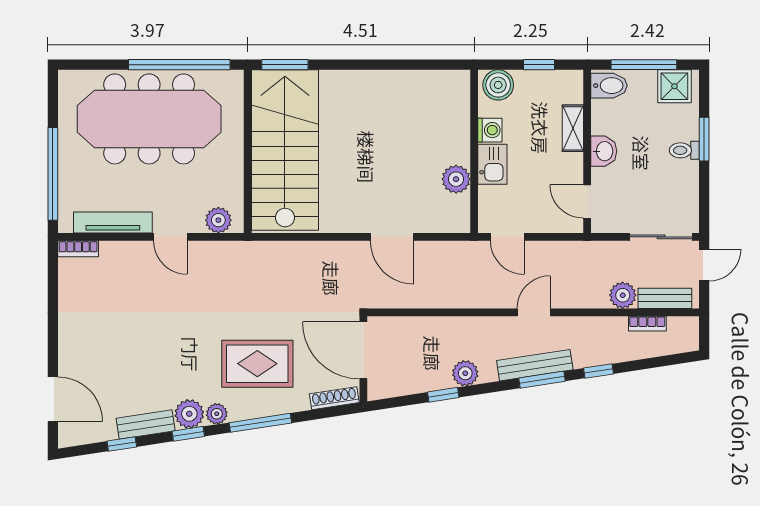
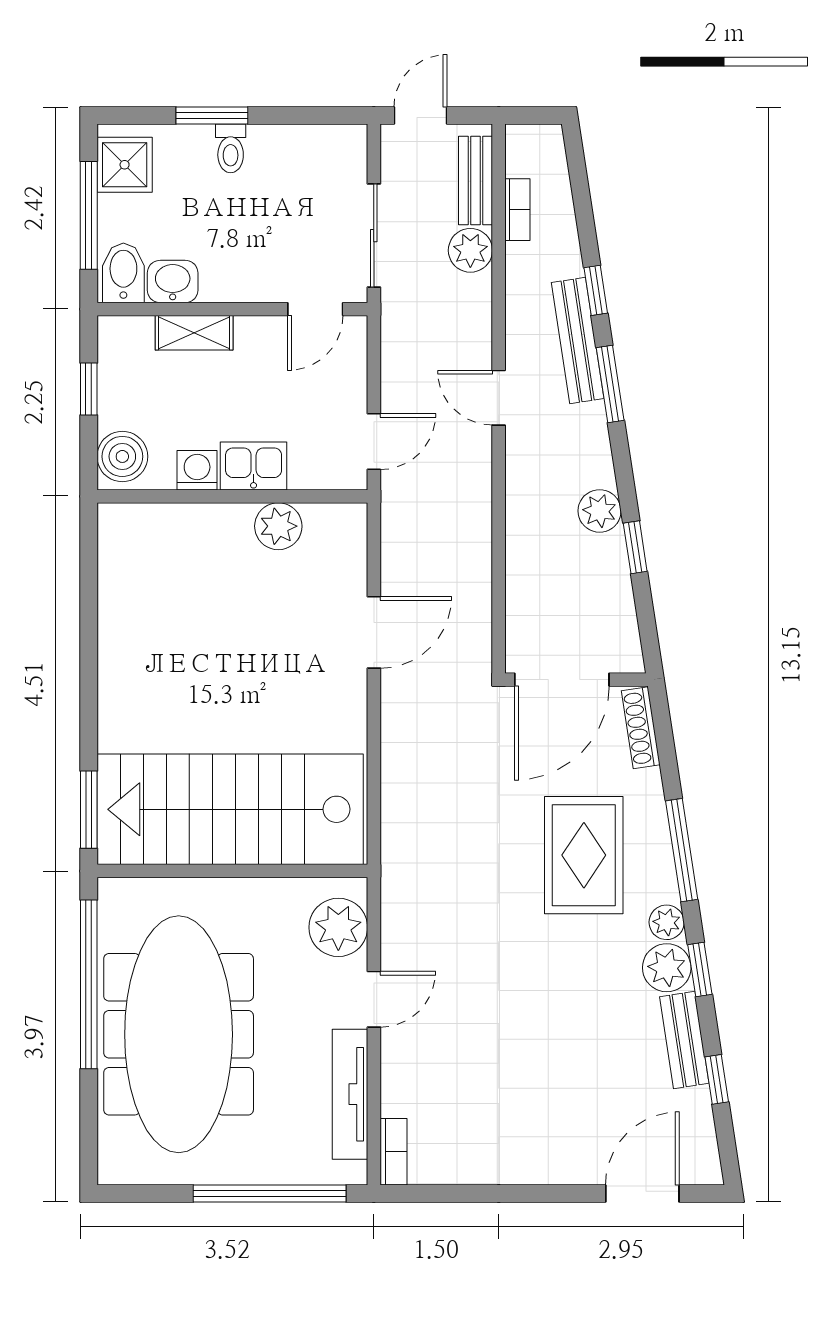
washbasin: (604, 151) -> (173, 282), moved
plant: (218, 220) -> (338, 927), width x1.36, depth x1.36
sliding door: (661, 237) -> (374, 236), moved
door: (704, 265) -> (420, 116), hinge flipped
bench: (535, 365) -> (578, 341), moved

